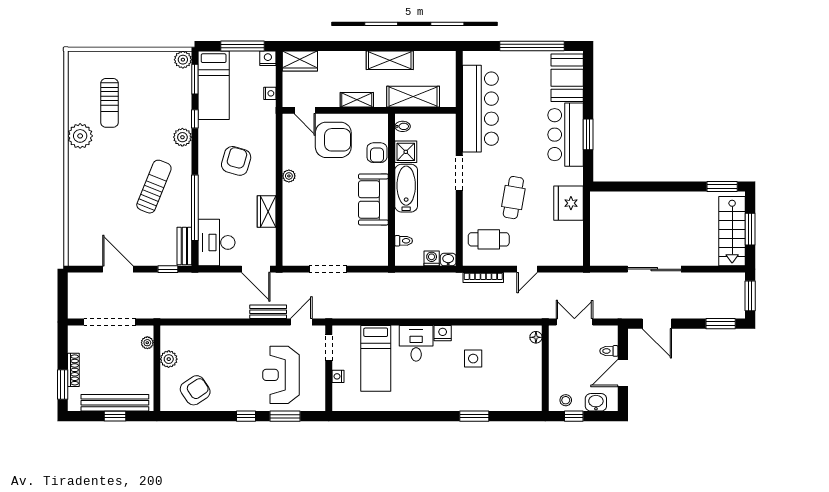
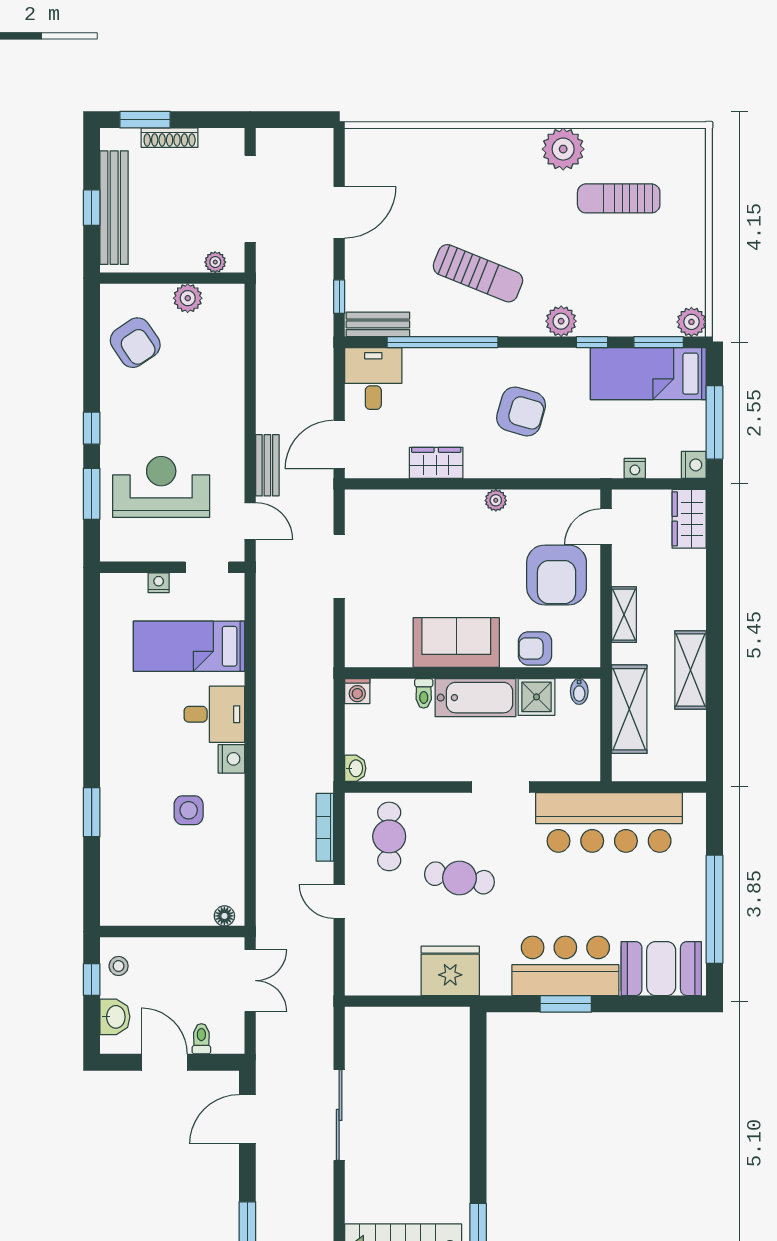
toilet: (404, 241) -> (424, 693), moved
desk: (217, 242) -> (373, 378), width x0.73
washing machine: (432, 258) -> (357, 691), moved, turned 90

